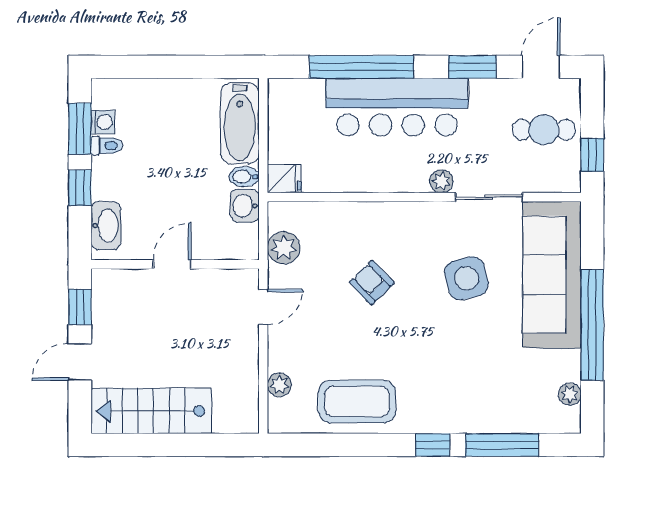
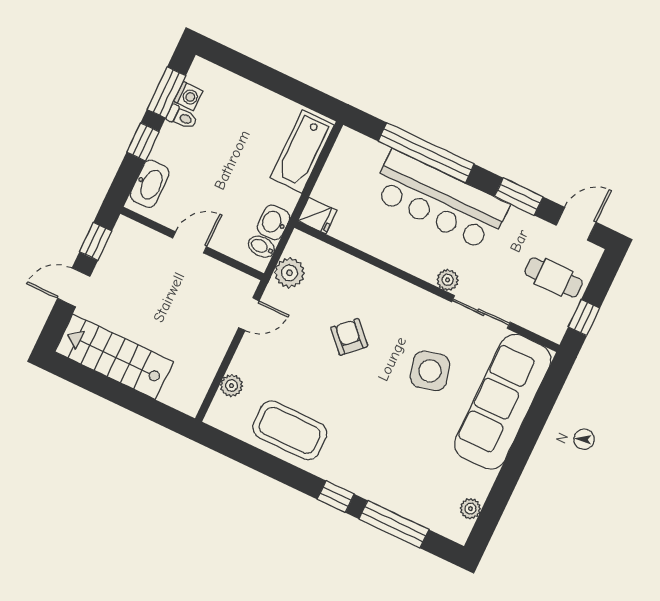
bidet: (244, 177) -> (261, 247), moved
window: (592, 325) -> (517, 460), removed

